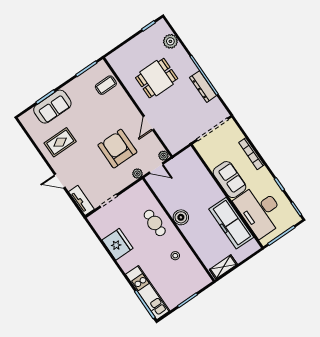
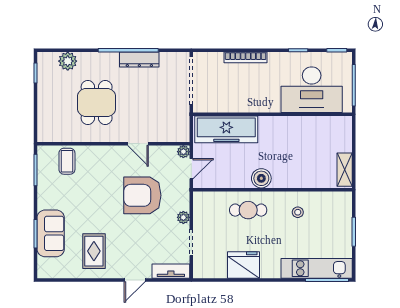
plant: (137, 174) -> (183, 217), moved
sofa: (230, 180) -> (257, 99), removed
freezer: (231, 223) -> (226, 129), moved

